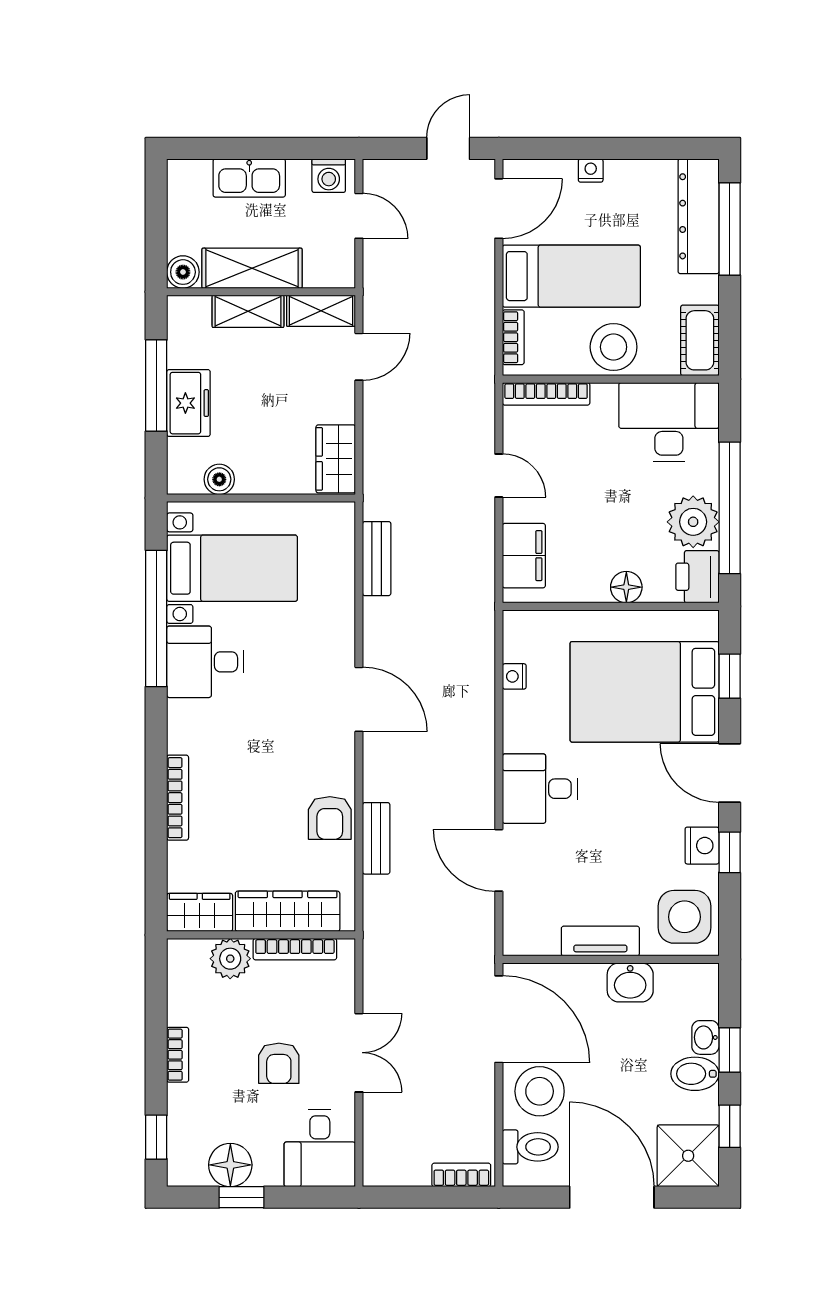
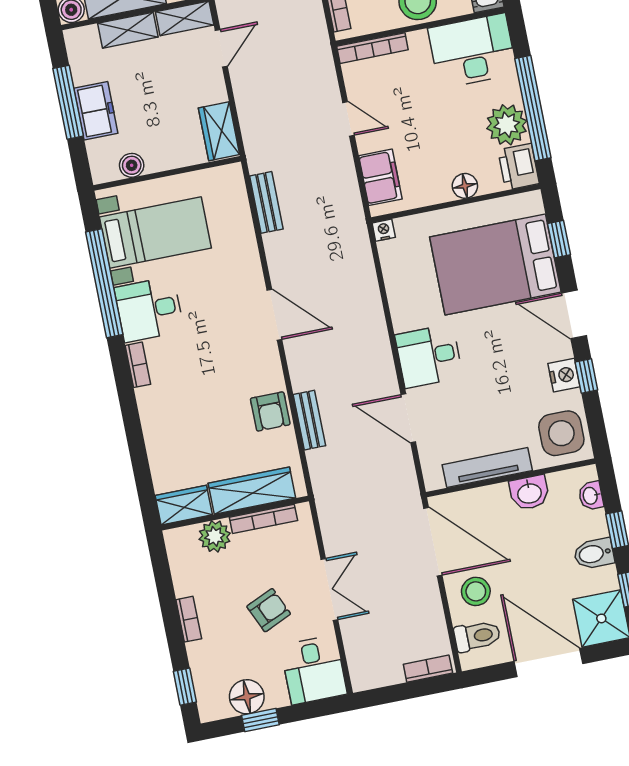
nightstand: (514, 676) -> (384, 230), moved, turned 90
bookcase: (178, 798) -> (138, 365), moved, width x0.64
tv unit: (600, 941) -> (487, 468), width x1.41
washbasin: (705, 1037) -> (591, 496), moved
armchair: (279, 1063) -> (269, 610), turned -114
stool: (540, 1091) -> (476, 591), width x0.73, depth x0.73

